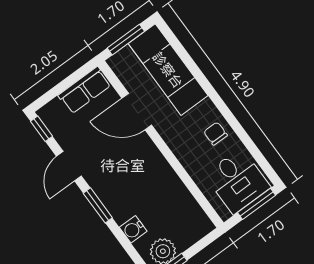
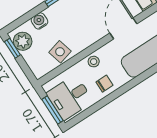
stool: (185, 150) -> (94, 62), added
side table: (174, 198) -> (60, 52), added

